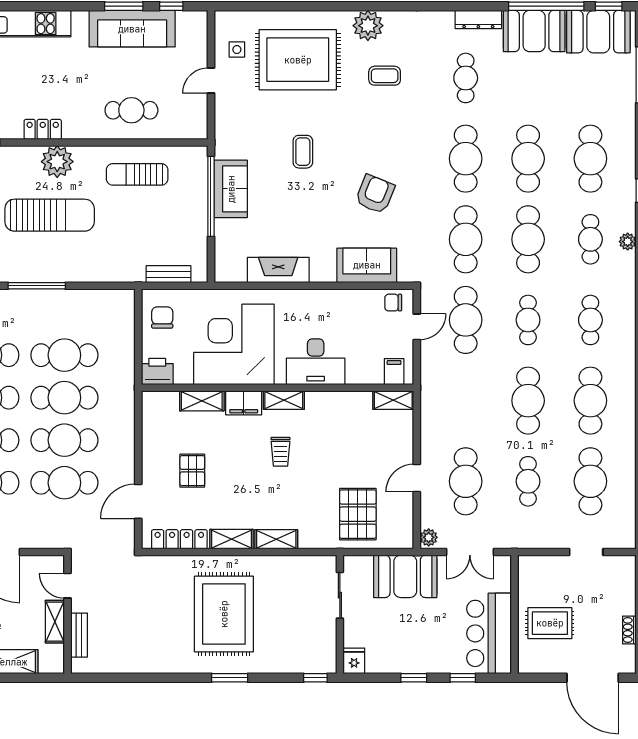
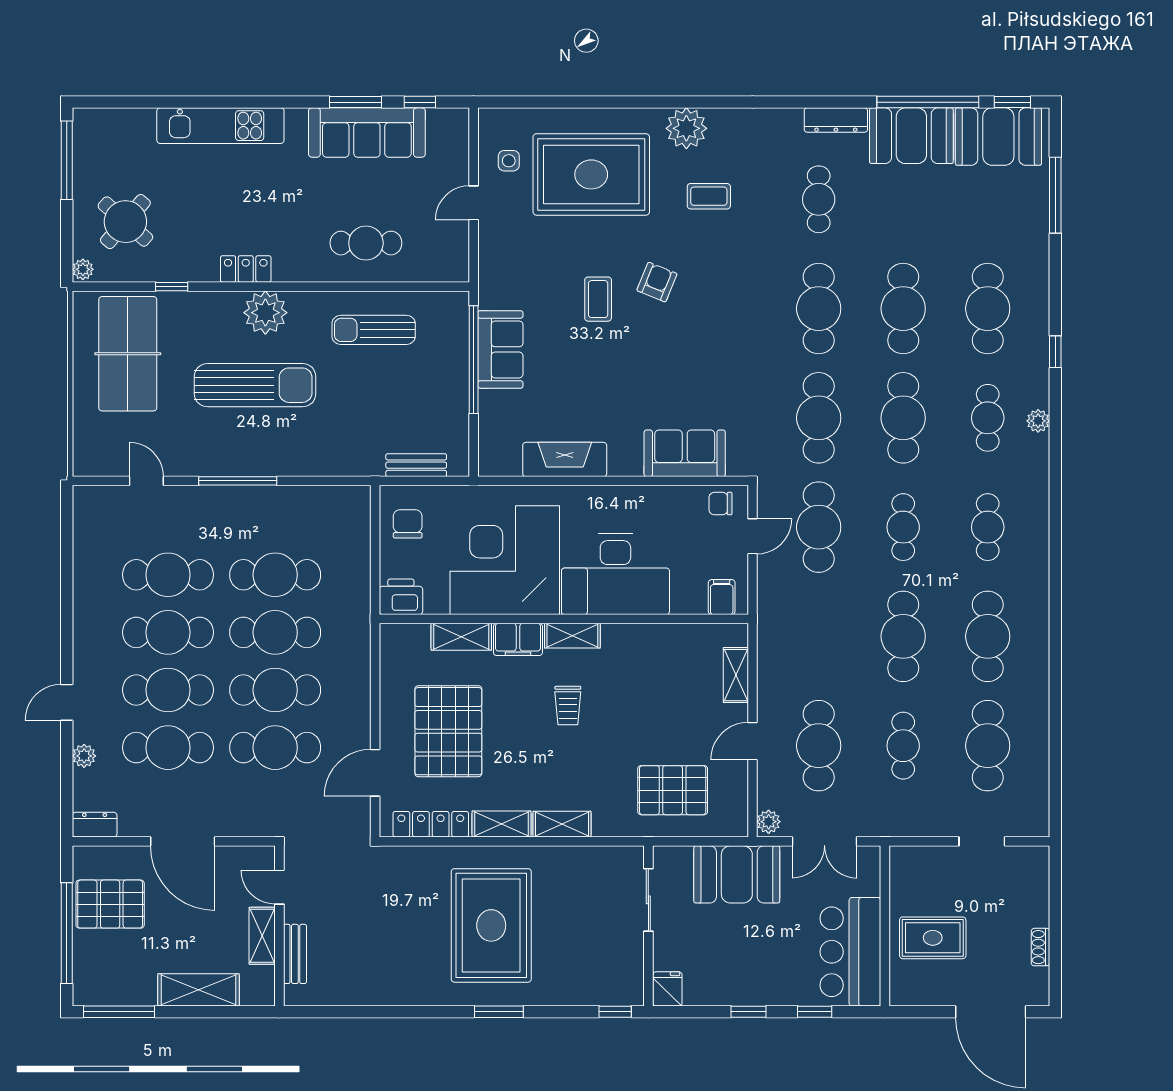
armchair: (375, 194) -> (657, 282), moved, width x0.72, depth x0.72
desk: (316, 362) -> (615, 574), width x1.36, depth x1.30
shelving: (393, 400) -> (736, 675), moved, turned 90
pallet: (192, 471) -> (448, 731), width x2.05, depth x2.00
pallet: (358, 514) -> (673, 790), turned 90

